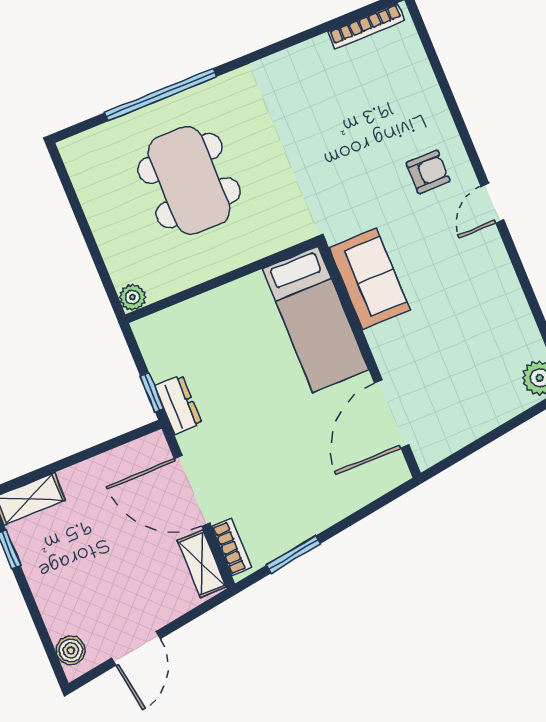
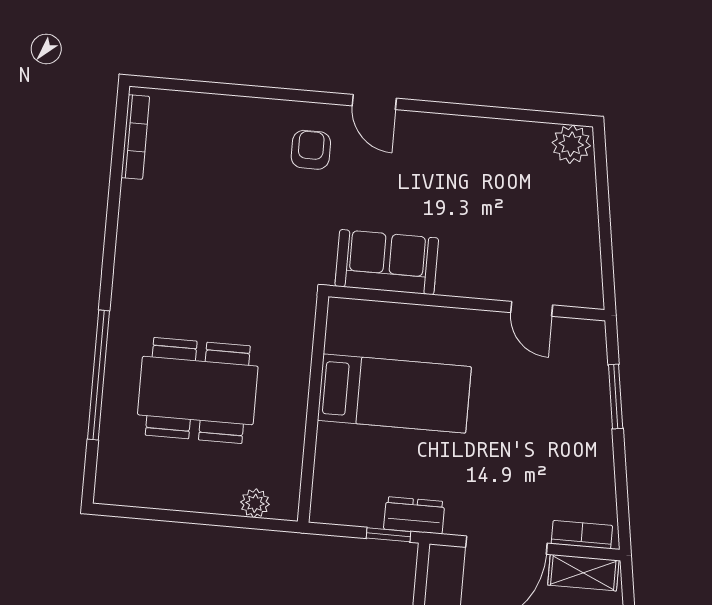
plant: (133, 297) -> (255, 503), moved
bed: (315, 319) -> (394, 394), moved
door: (392, 414) -> (532, 309), width x0.53
window: (293, 555) -> (616, 397), moved

